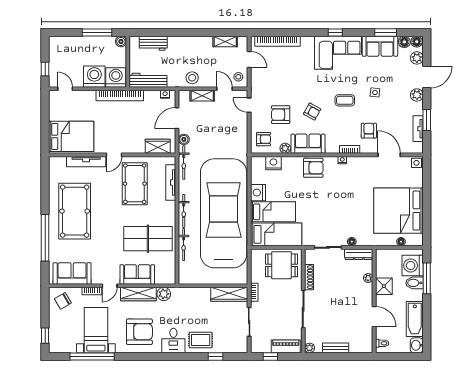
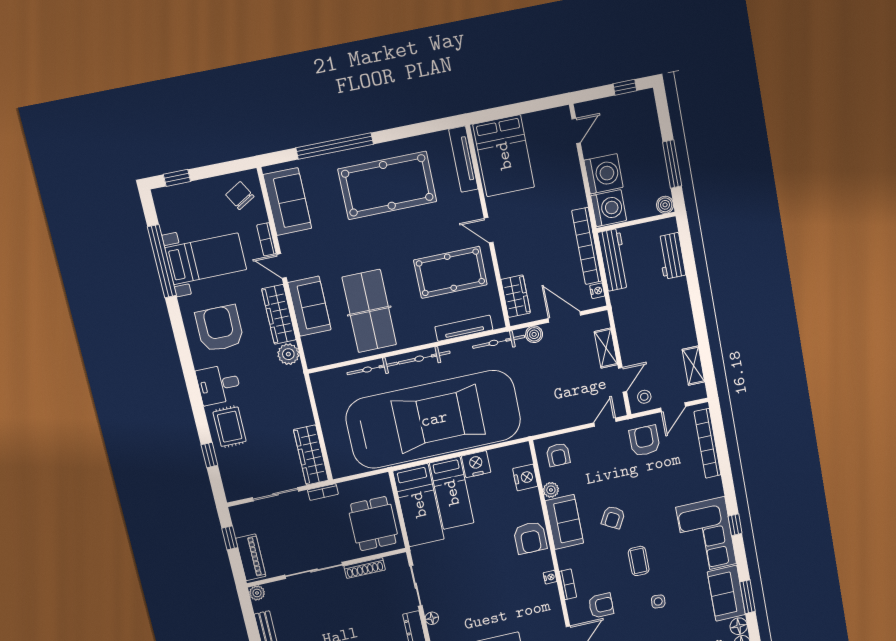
window: (45, 69) -> (625, 87), moved
stool: (192, 78) -> (630, 327), removed
bookcase: (120, 96) -> (587, 246), moved
armchair: (281, 115) -> (645, 441), moved
tv unit: (86, 162) -> (463, 159), moved
armchair: (139, 332) -> (220, 328), turned 180

